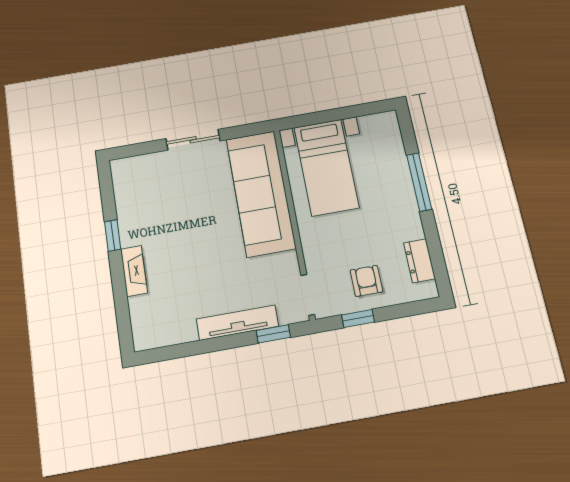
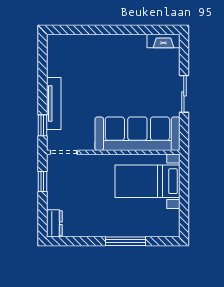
window: (113, 235) -> (126, 30), removed
dresser: (419, 261) -> (54, 223), moved, turned 90
fireplace: (134, 271) -> (163, 41), moved
armchair: (366, 281) -> (66, 192), removed

